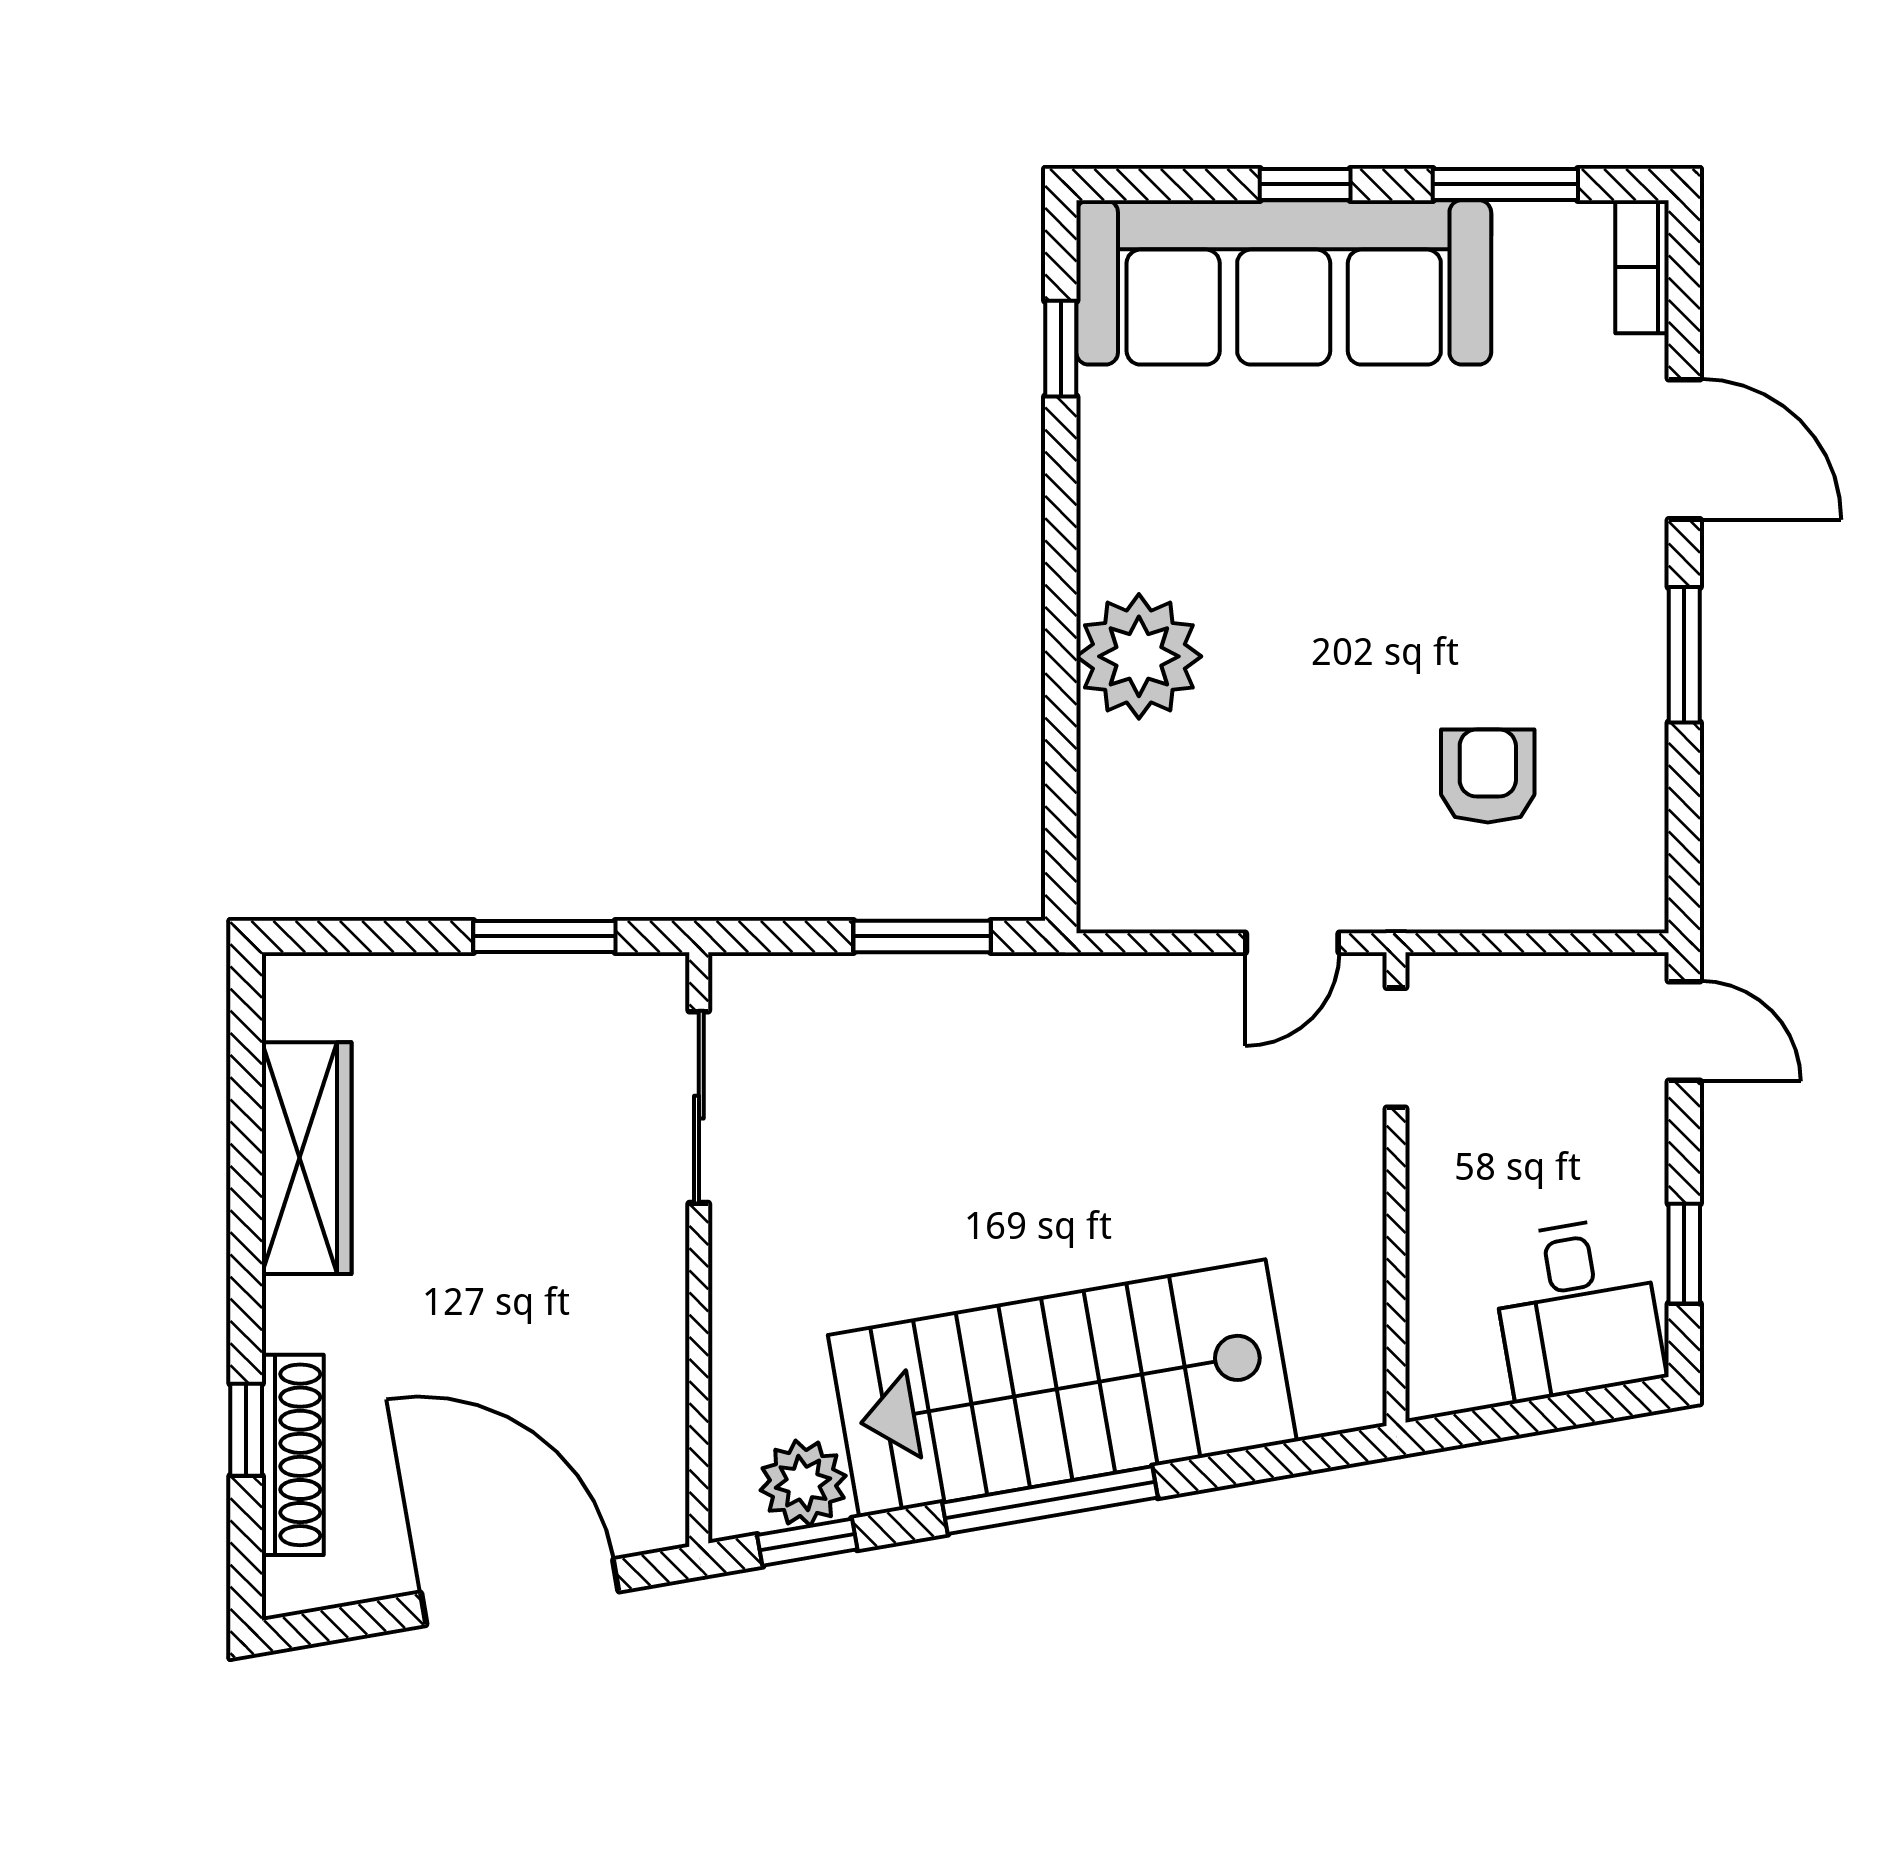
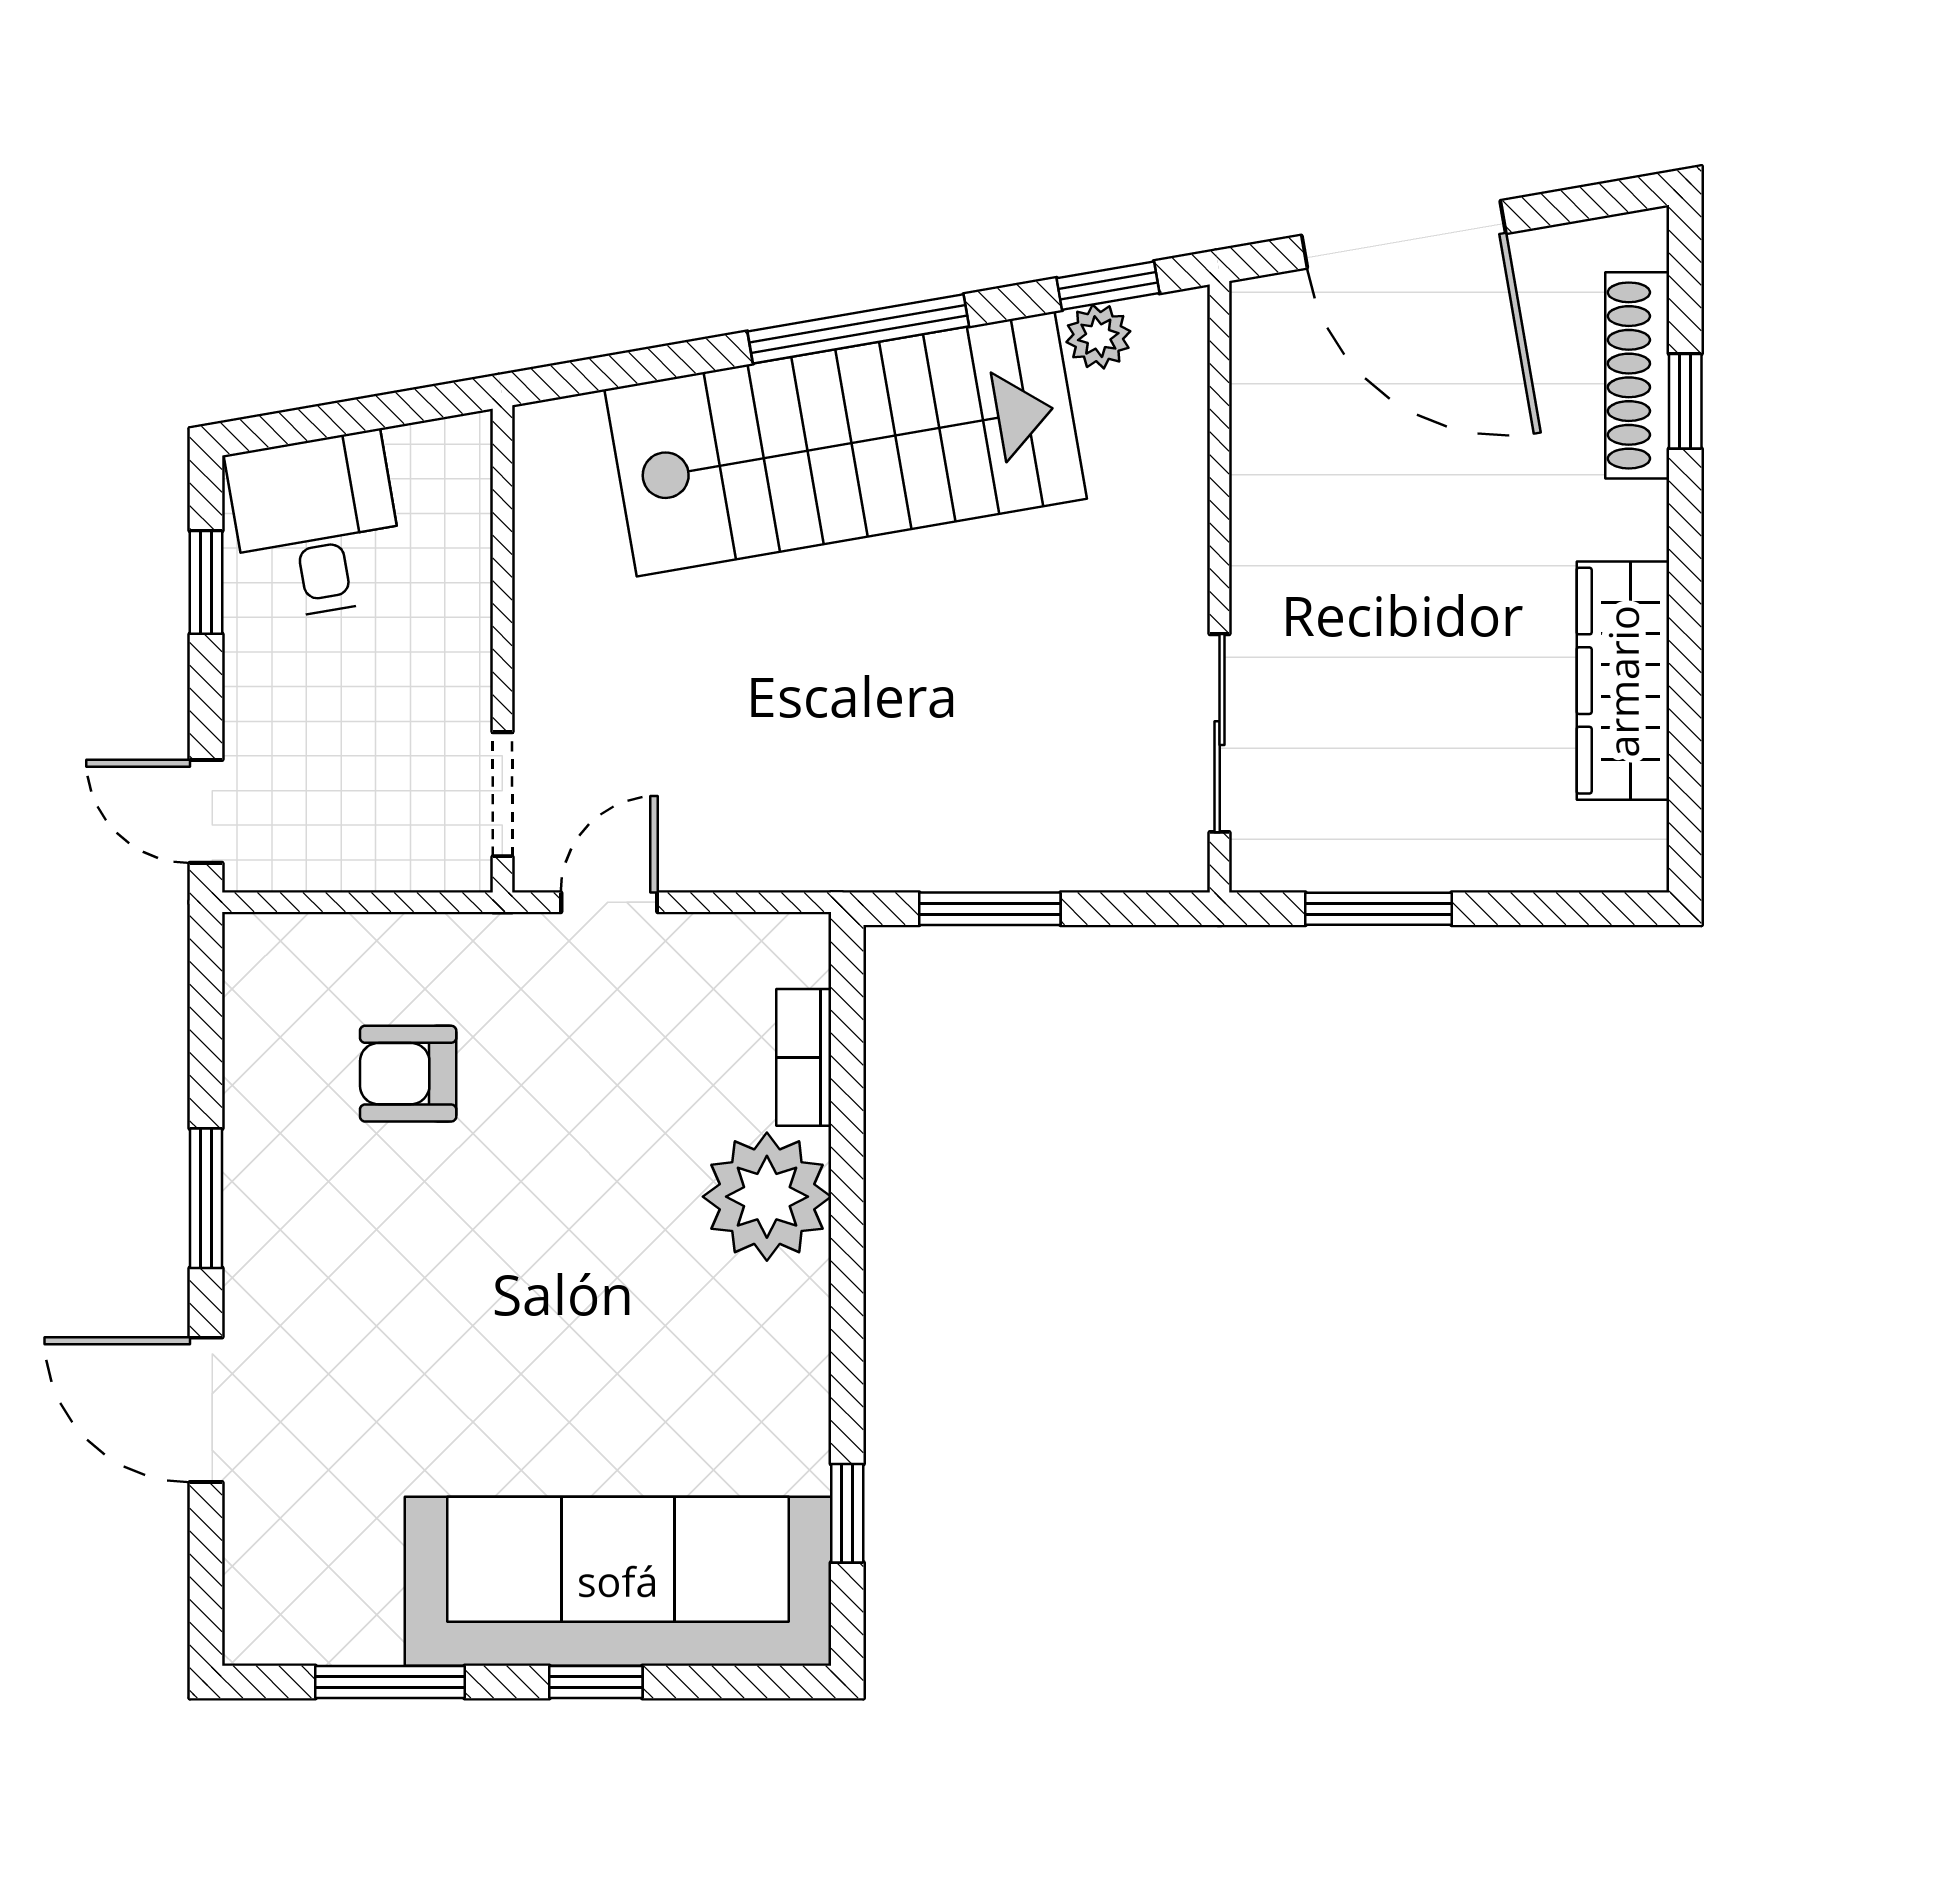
bookcase: (1642, 267) -> (804, 1057), moved, turned 180
armchair: (1488, 776) -> (408, 1074), turned 90
plant: (803, 1483) -> (1098, 337), width x0.73, depth x0.73

